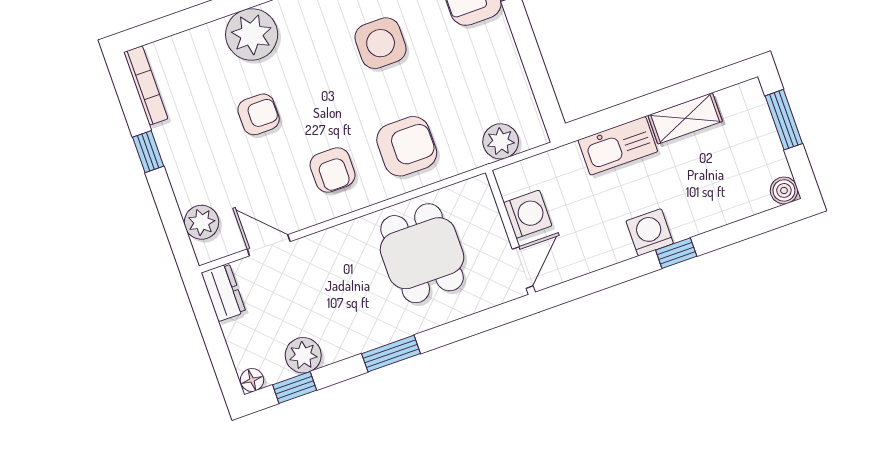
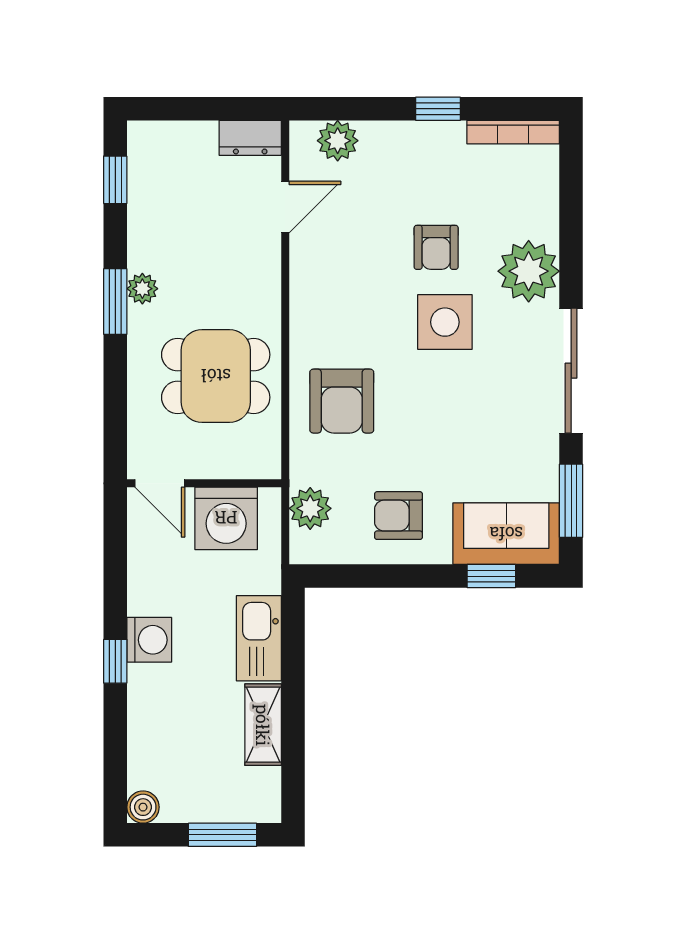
side table: (381, 43) -> (445, 322), moved
armchair: (333, 170) -> (398, 516), moved
washing machine: (528, 214) -> (226, 518), width x1.37, depth x1.37
plant: (303, 355) -> (142, 289), moved, width x0.73, depth x0.73
floor lamp: (252, 380) -> (141, 135), removed

